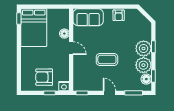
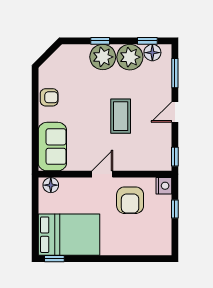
floor lamp: (64, 34) -> (51, 185), moved
armchair: (44, 77) -> (130, 200), moved

